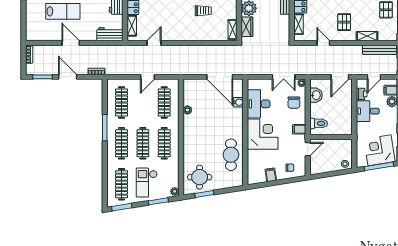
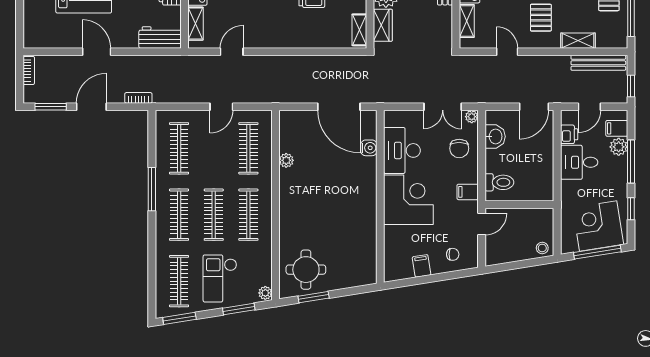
door: (68, 77) -> (91, 107), hinge flipped
cafe table: (231, 155) -> (357, 233), removed

